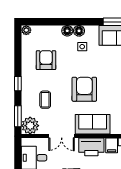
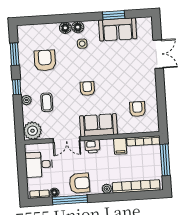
plant: (26, 30) -> (26, 100), moved
armchair: (84, 89) -> (87, 89), width x0.53, depth x0.53
window: (18, 116) -> (15, 54), moved
printer: (91, 147) -> (92, 146), width x0.53, depth x0.68

